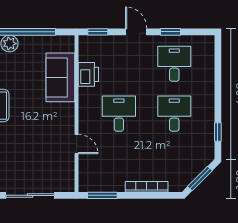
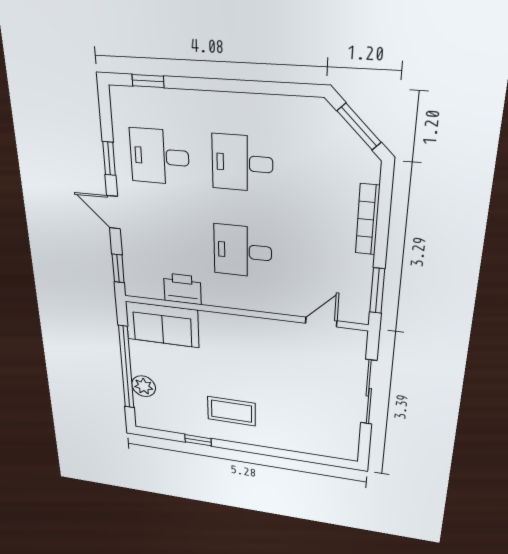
door: (136, 32) -> (114, 212), hinge flipped
sofa: (60, 77) -> (162, 324), moved
window: (218, 132) -> (148, 81), moved
door: (77, 144) -> (321, 322), moved

